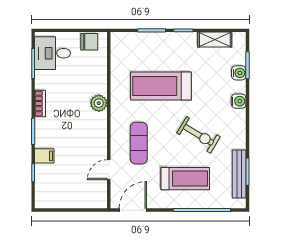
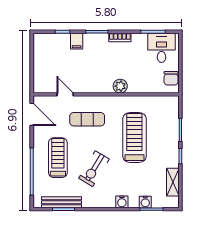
treadmill: (185, 179) -> (58, 158), turned 180

